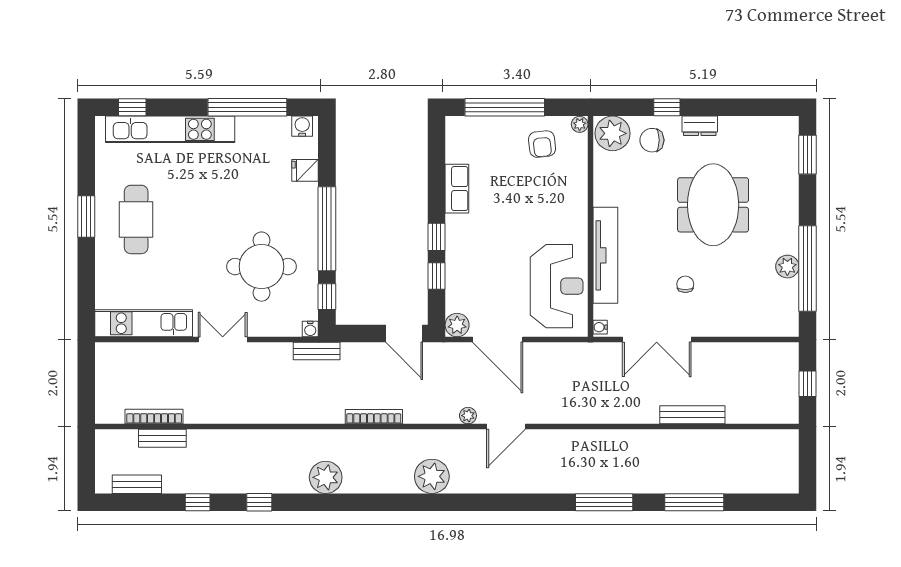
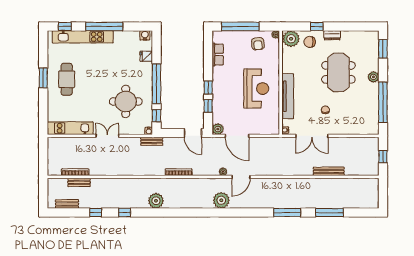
window: (247, 107) -> (104, 26), moved
row of seats: (457, 189) -> (218, 55), moved
plant: (787, 267) -> (373, 77), moved
reception desk: (557, 286) -> (256, 88), moved
plant: (432, 476) -> (221, 200), moved

